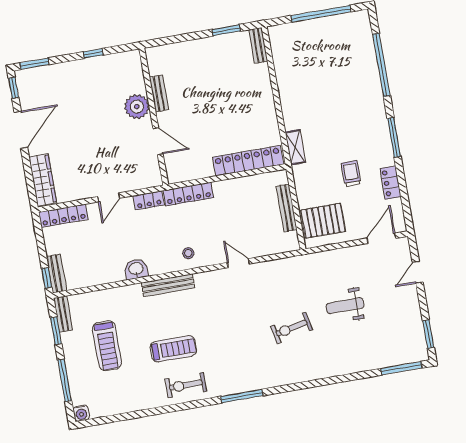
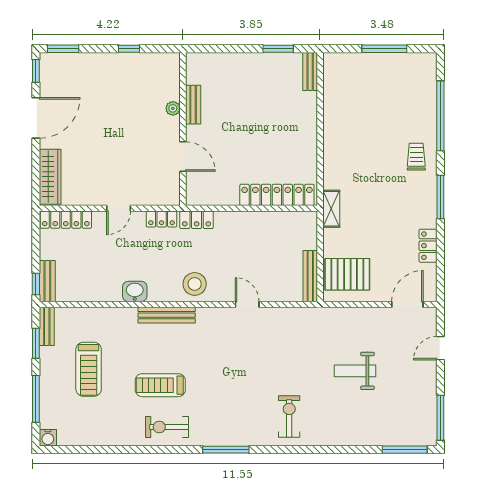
window: (321, 14) -> (384, 49), width x0.68
plant: (137, 107) -> (173, 108), width x0.53, depth x0.53
shelving: (295, 147) -> (331, 209), moved
trolley: (351, 173) -> (416, 157), moved
locker: (188, 194) -> (197, 220), width x0.66
bench: (287, 208) -> (310, 276), moved
stool: (188, 253) -> (195, 284), width x1.89, depth x1.89
exercise bike: (292, 328) -> (289, 416), moved, turned 102
window: (428, 334) -> (440, 418), width x1.44
treadmill: (173, 349) -> (160, 385), turned 180

